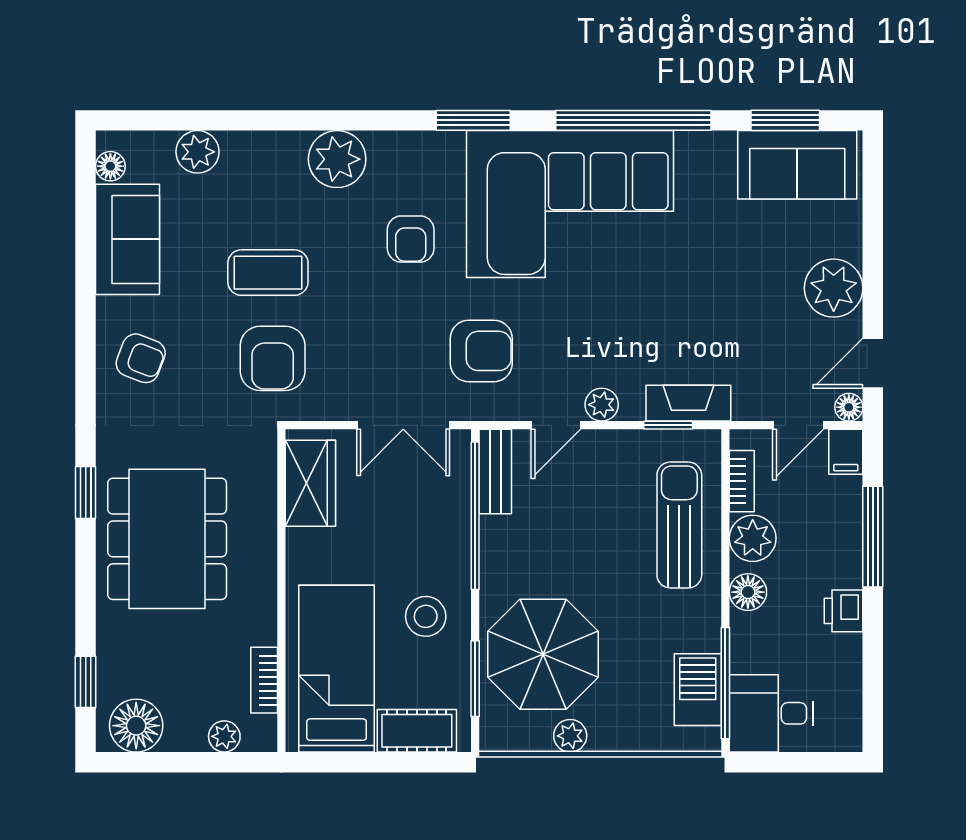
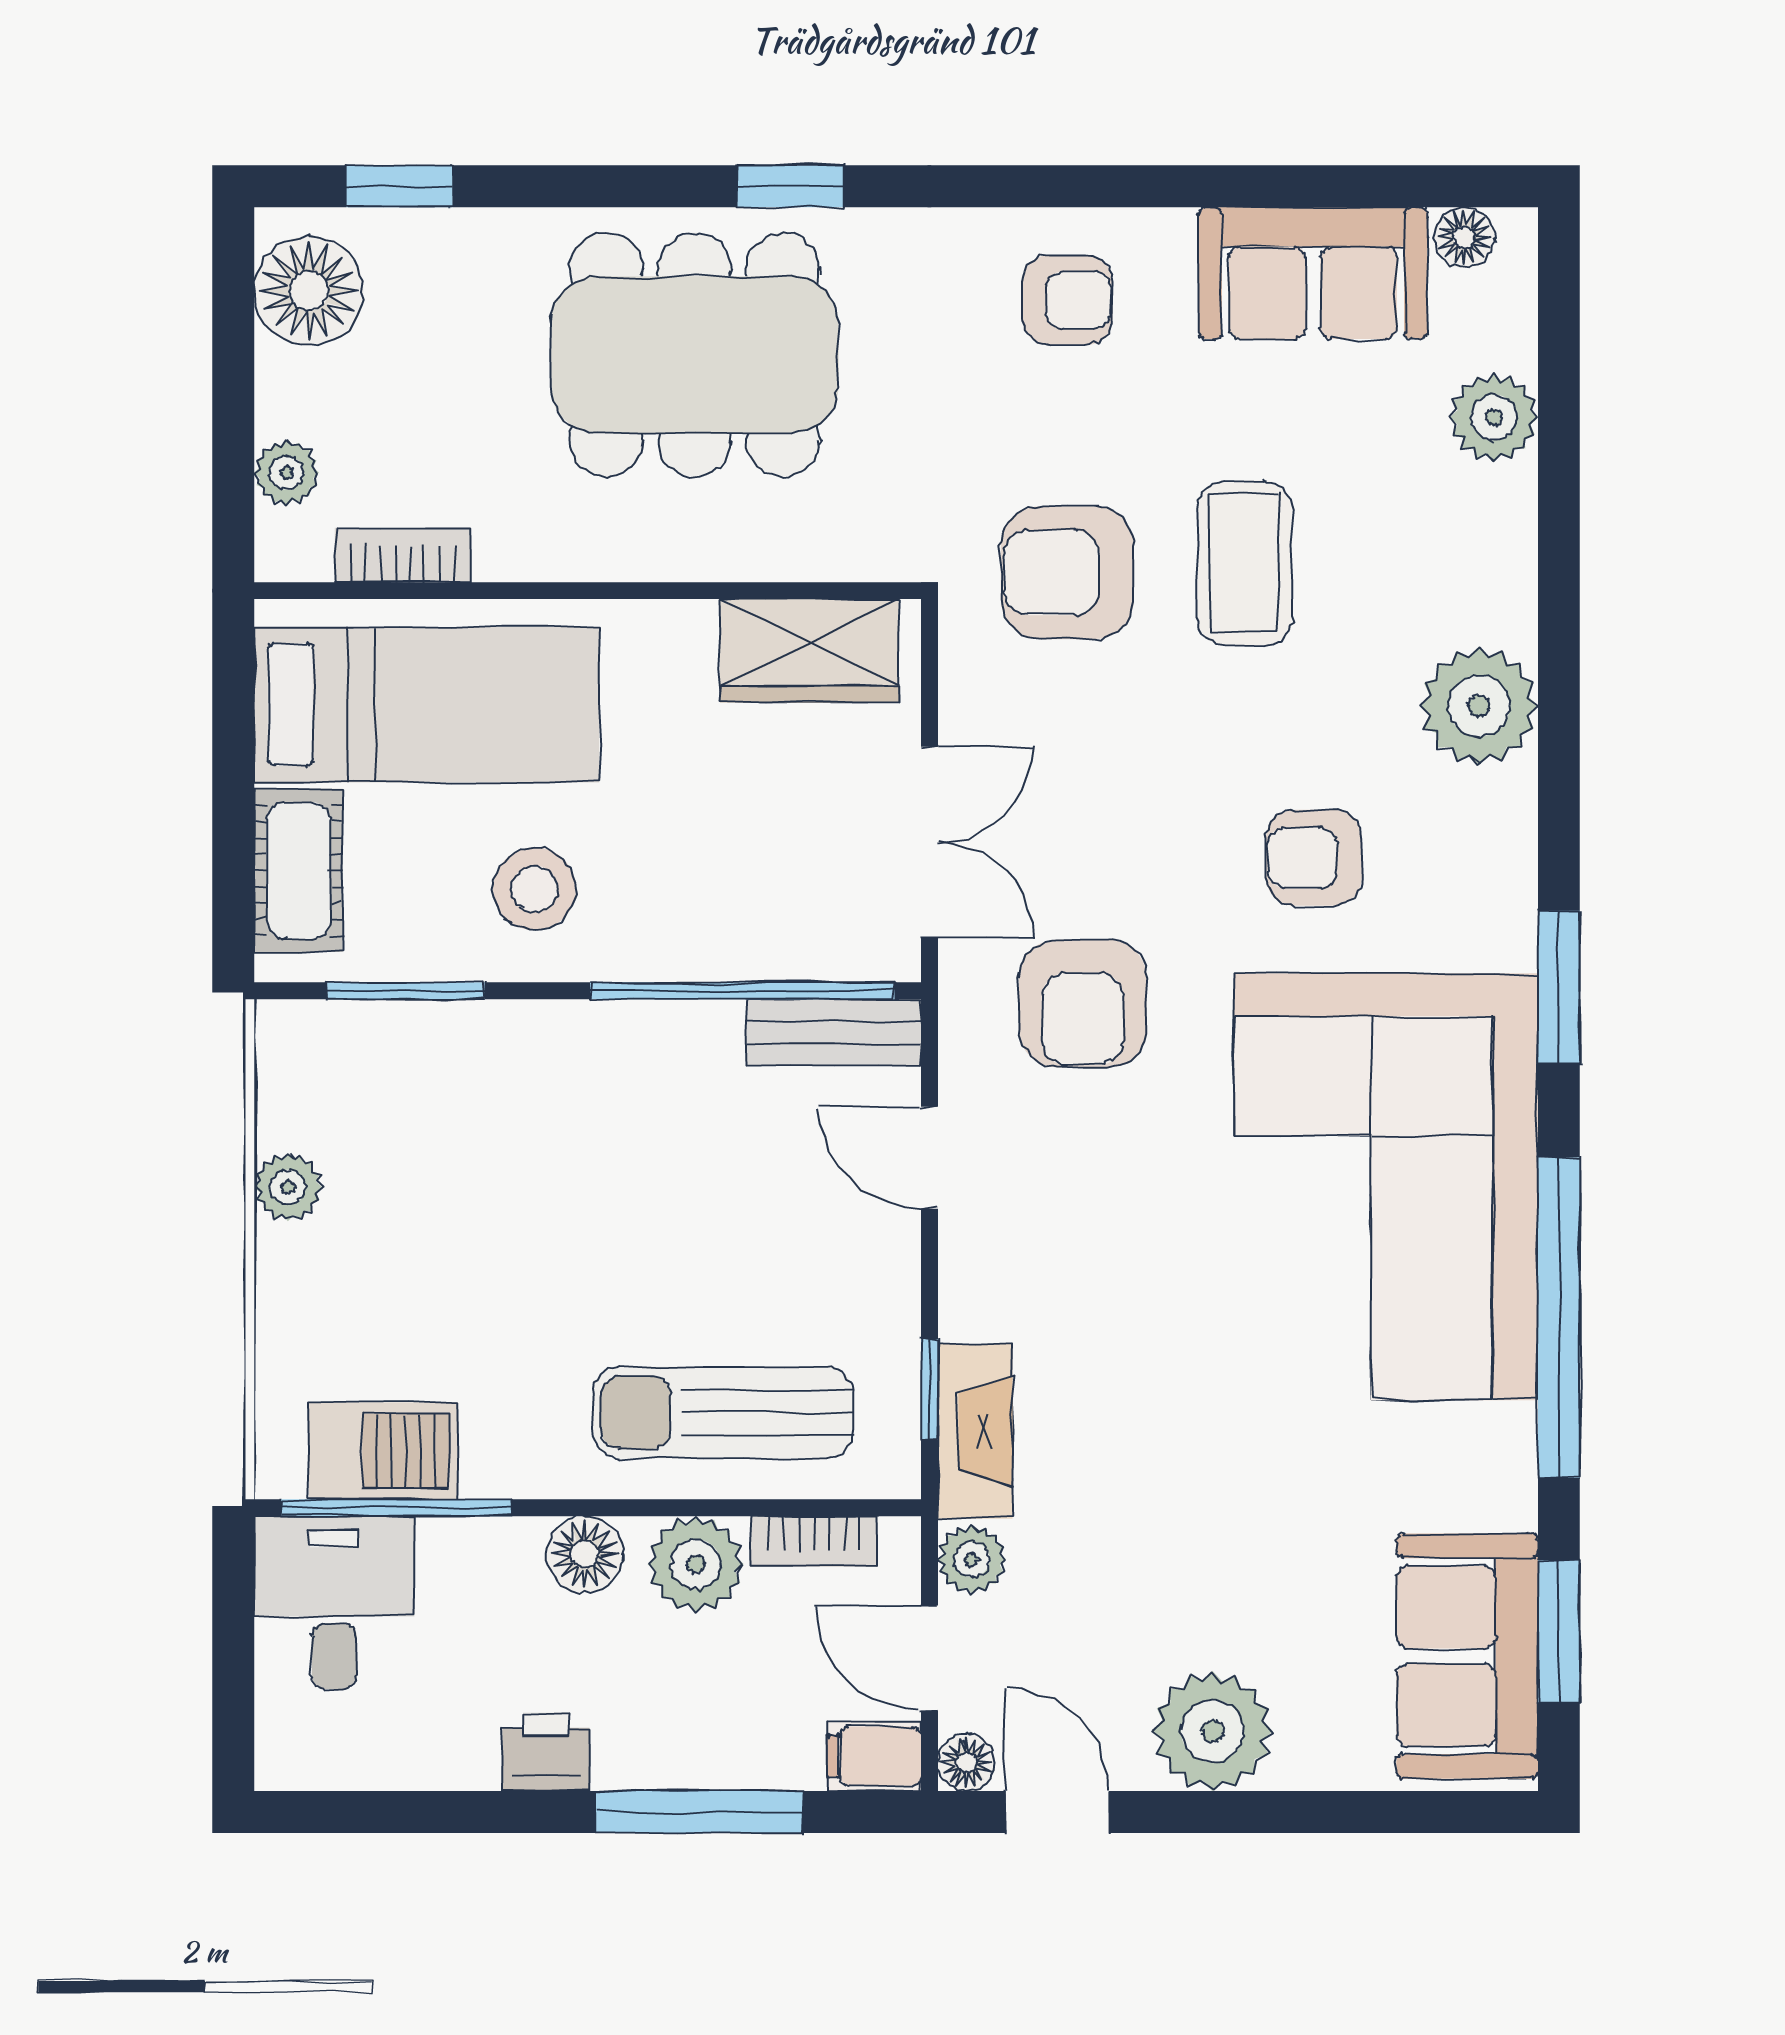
armchair: (141, 358) -> (1068, 300), turned -111
plant: (602, 405) -> (972, 1559), moved
double door: (403, 425) -> (929, 842), swing flipped
sun lounger: (679, 525) -> (723, 1412), turned 180
parasol: (543, 654) -> (456, 1131), removed

